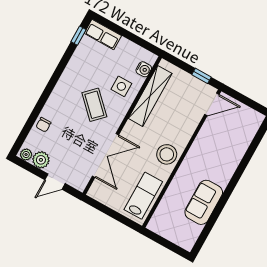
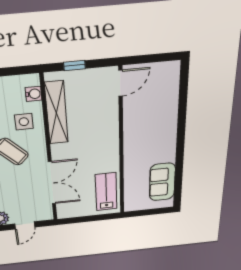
window: (202, 76) -> (74, 65), moved
stool: (167, 154) -> (105, 150), removed
sofa: (204, 202) -> (162, 182), moved

